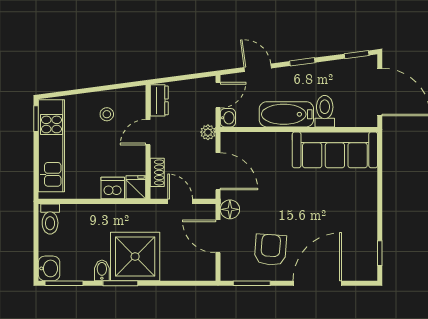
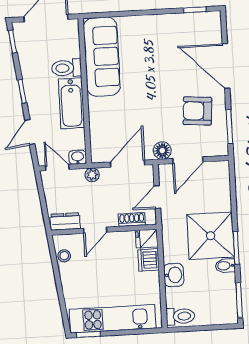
stool: (107, 114) -> (64, 256), moved
door: (148, 132) -> (95, 230), hinge flipped
washbasin: (49, 268) -> (174, 275), moved, turned 90

